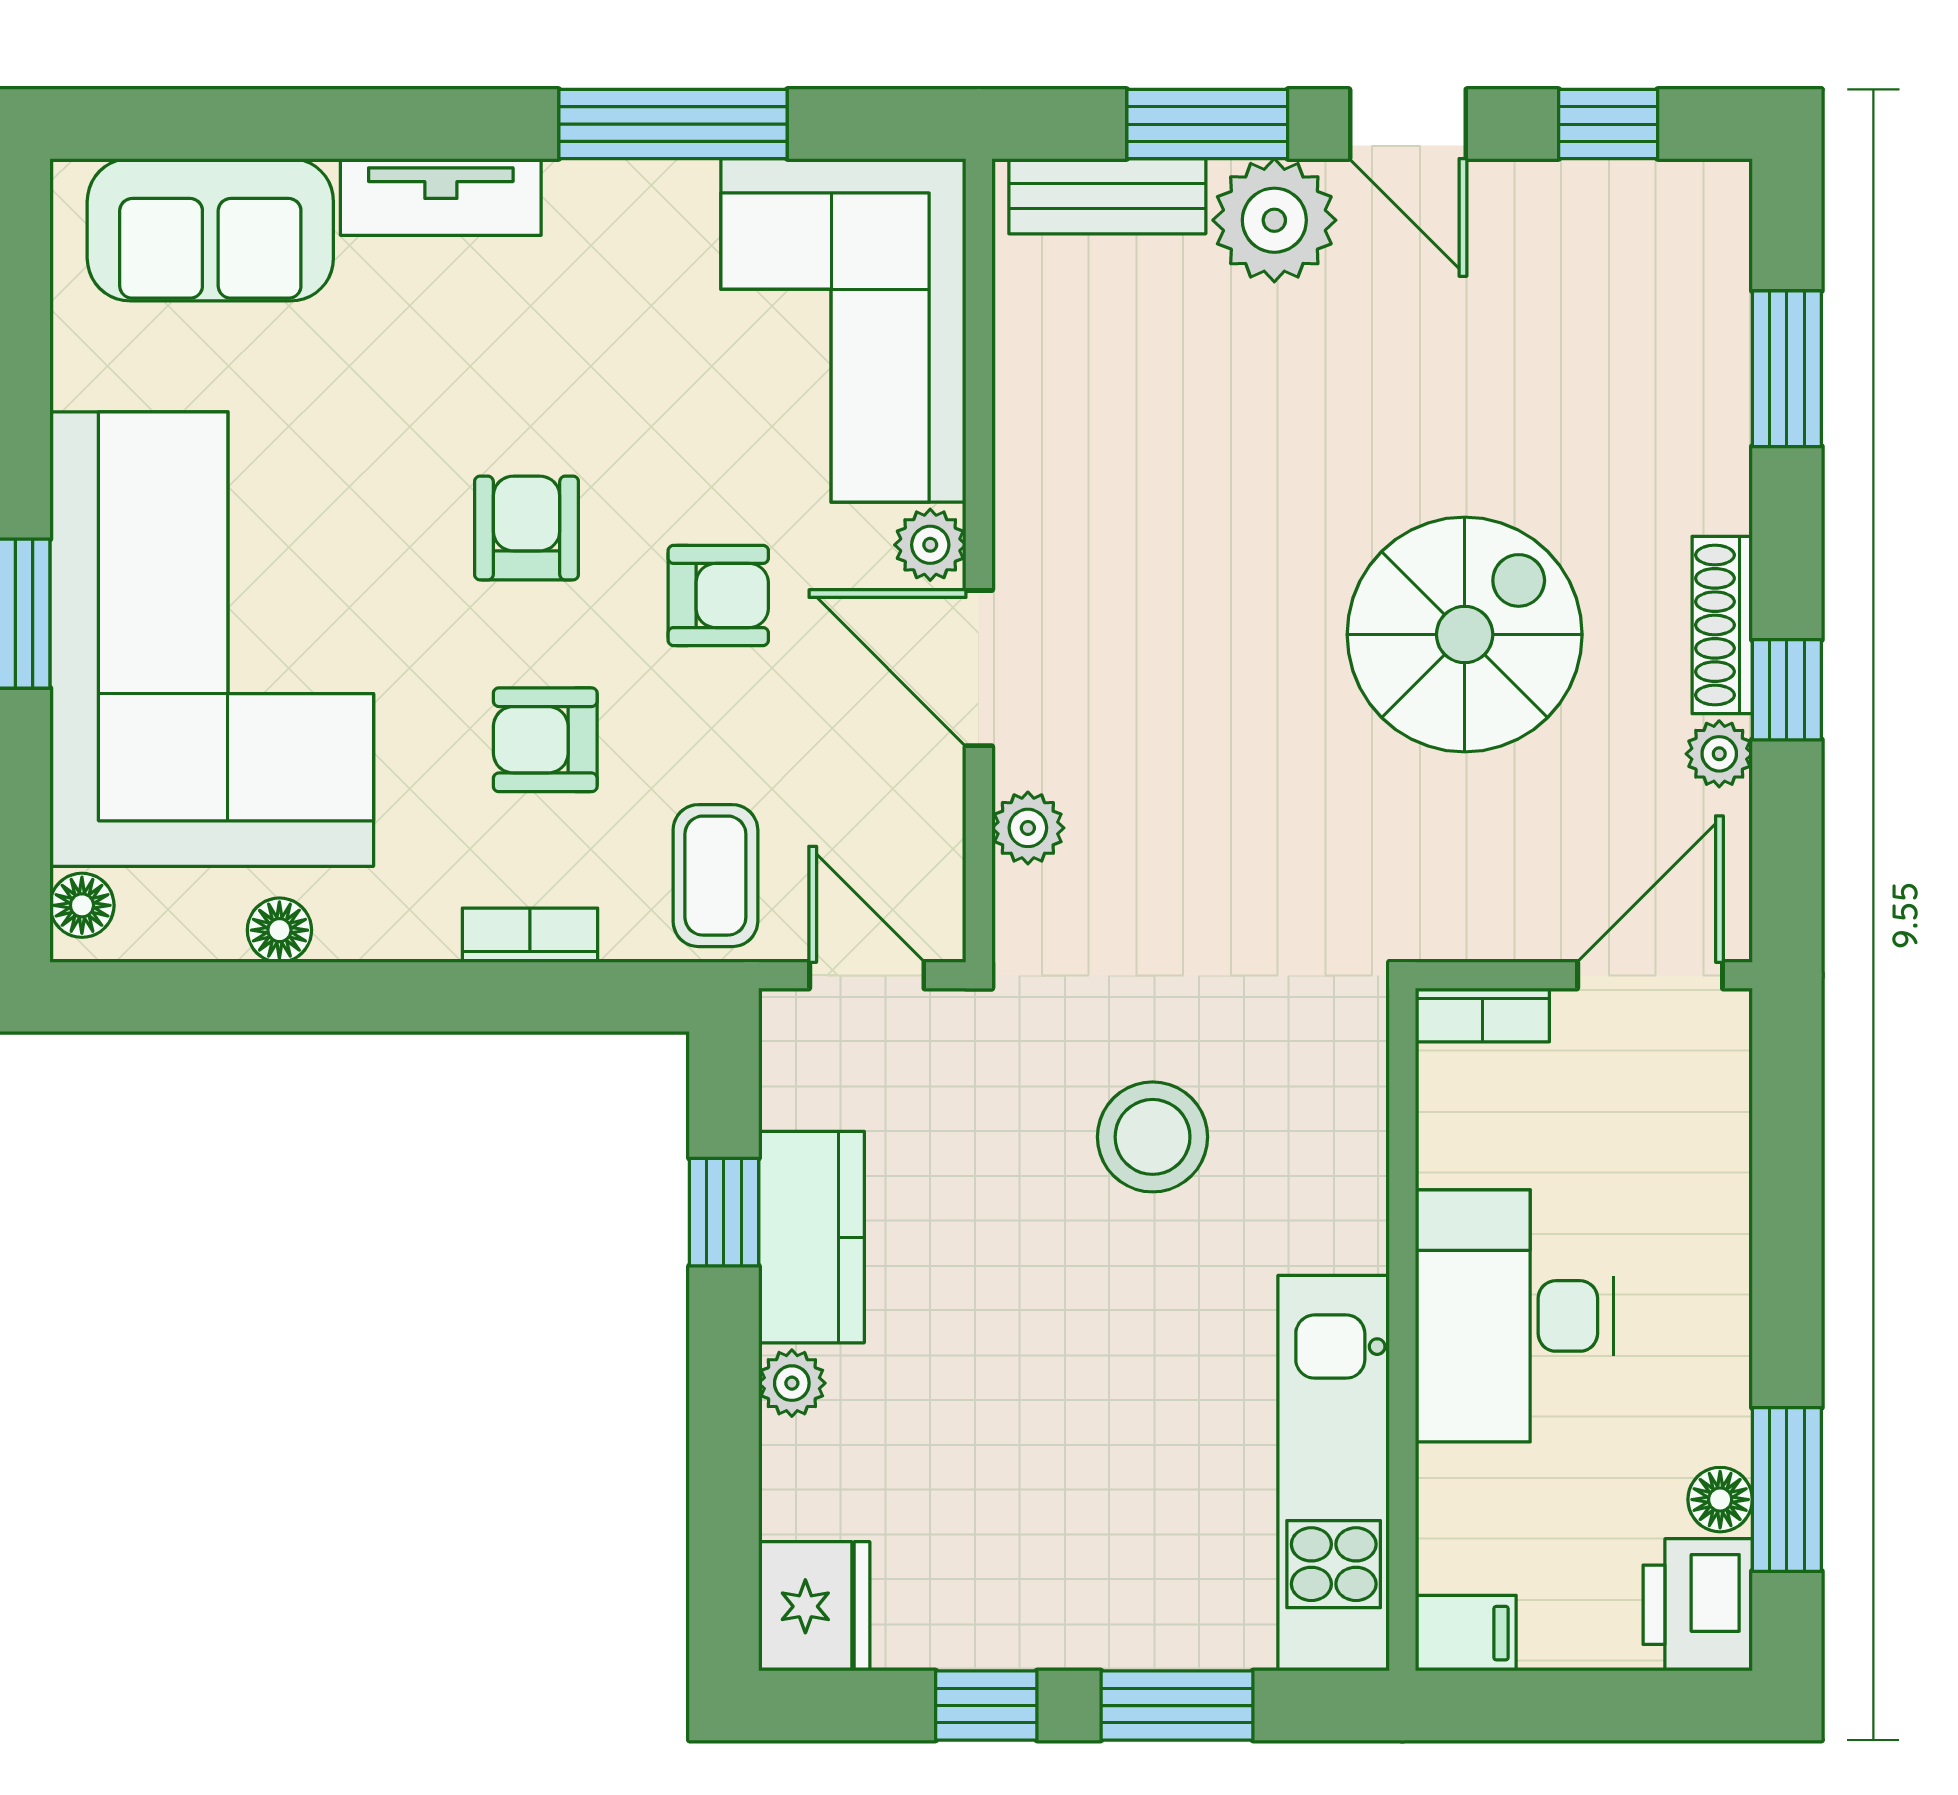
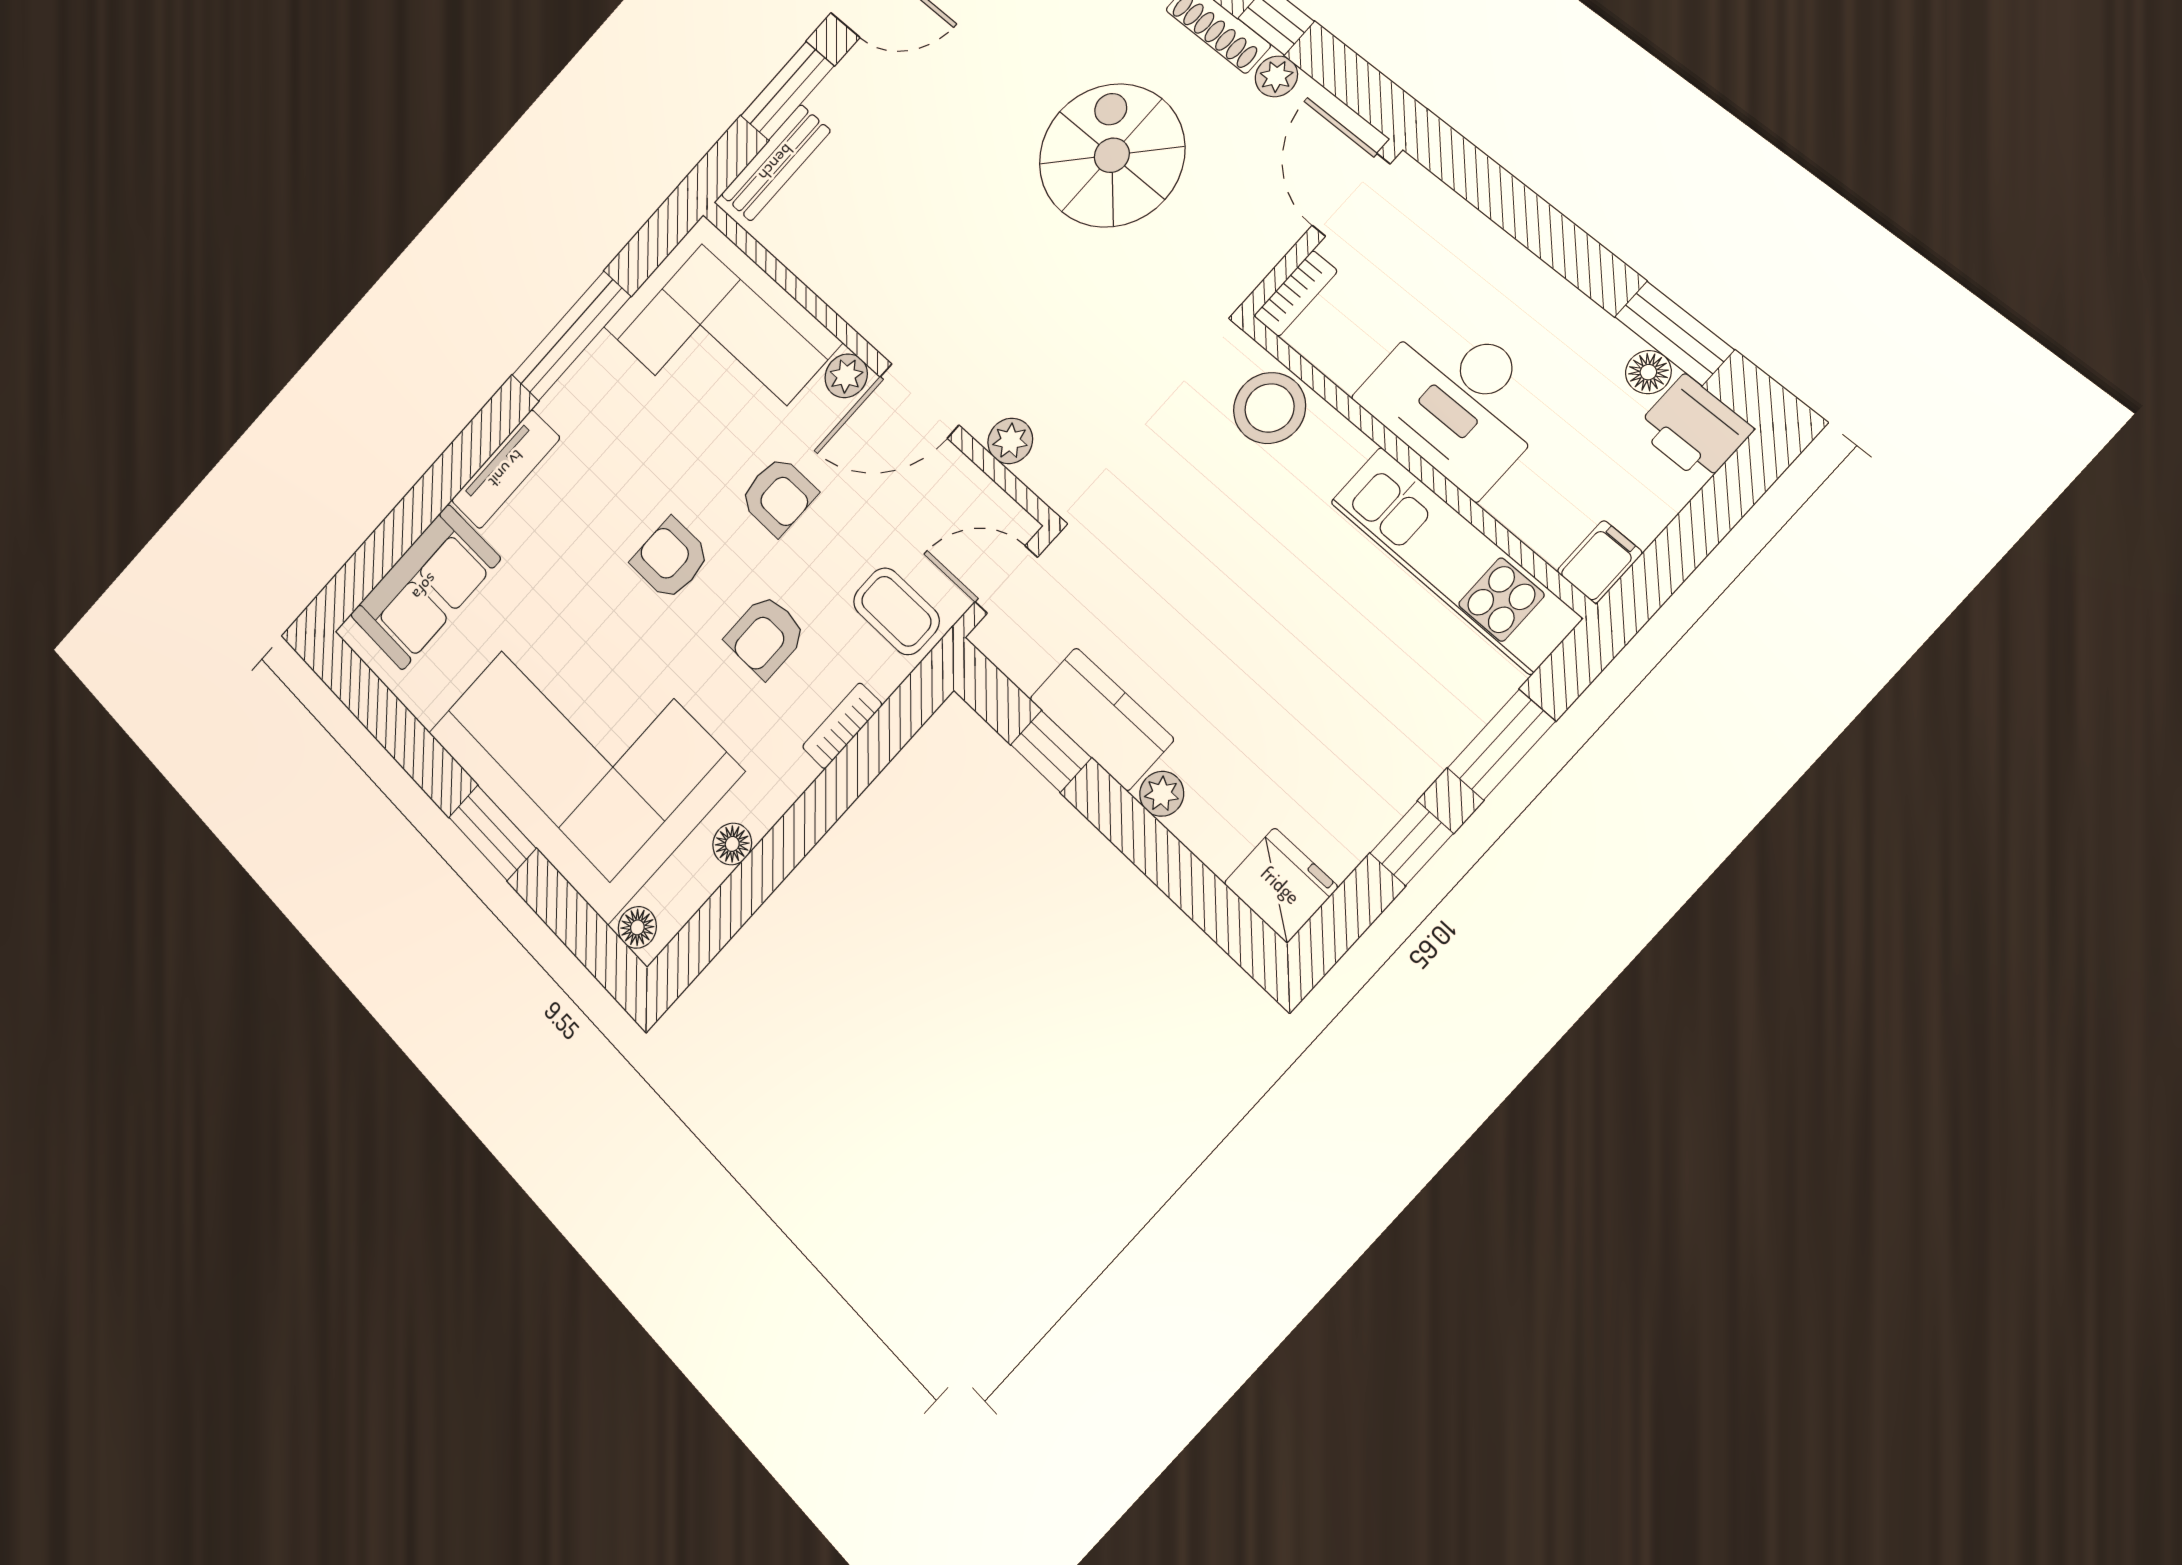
plant: (1274, 220) -> (854, 94), removed
armchair: (718, 595) -> (778, 496), turned 90
stool: (1153, 1137) -> (1270, 408), moved

